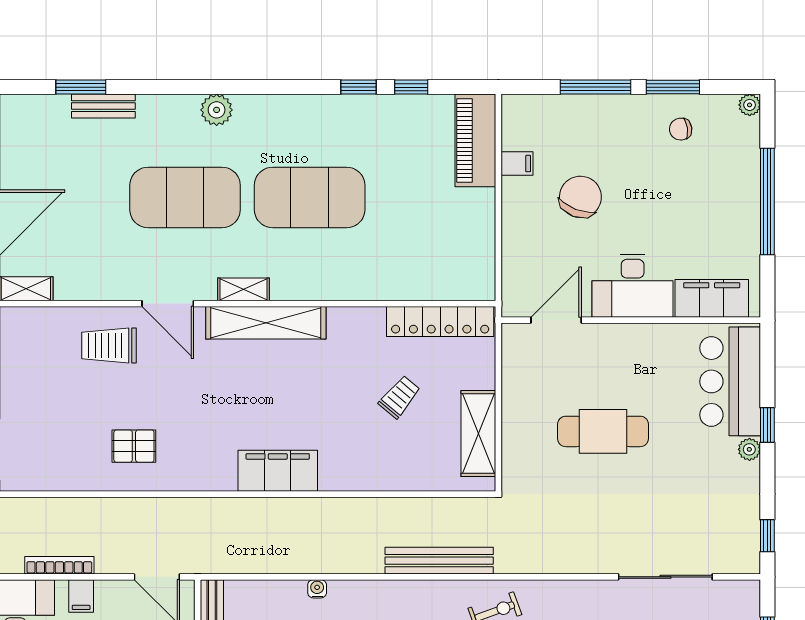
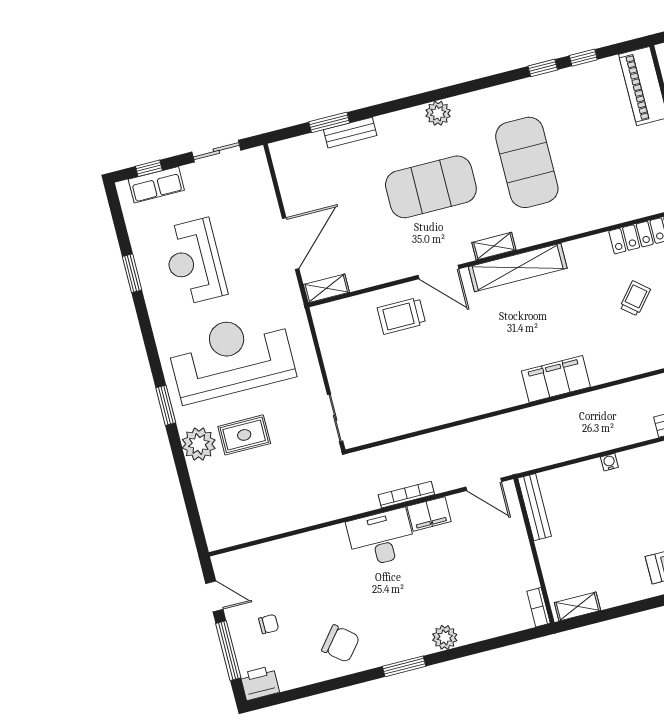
exercise mat: (310, 197) -> (527, 162), turned 90
pallet: (134, 446) -> (440, 388), removed
filing cabinet: (81, 596) -> (429, 514), width x2.00

